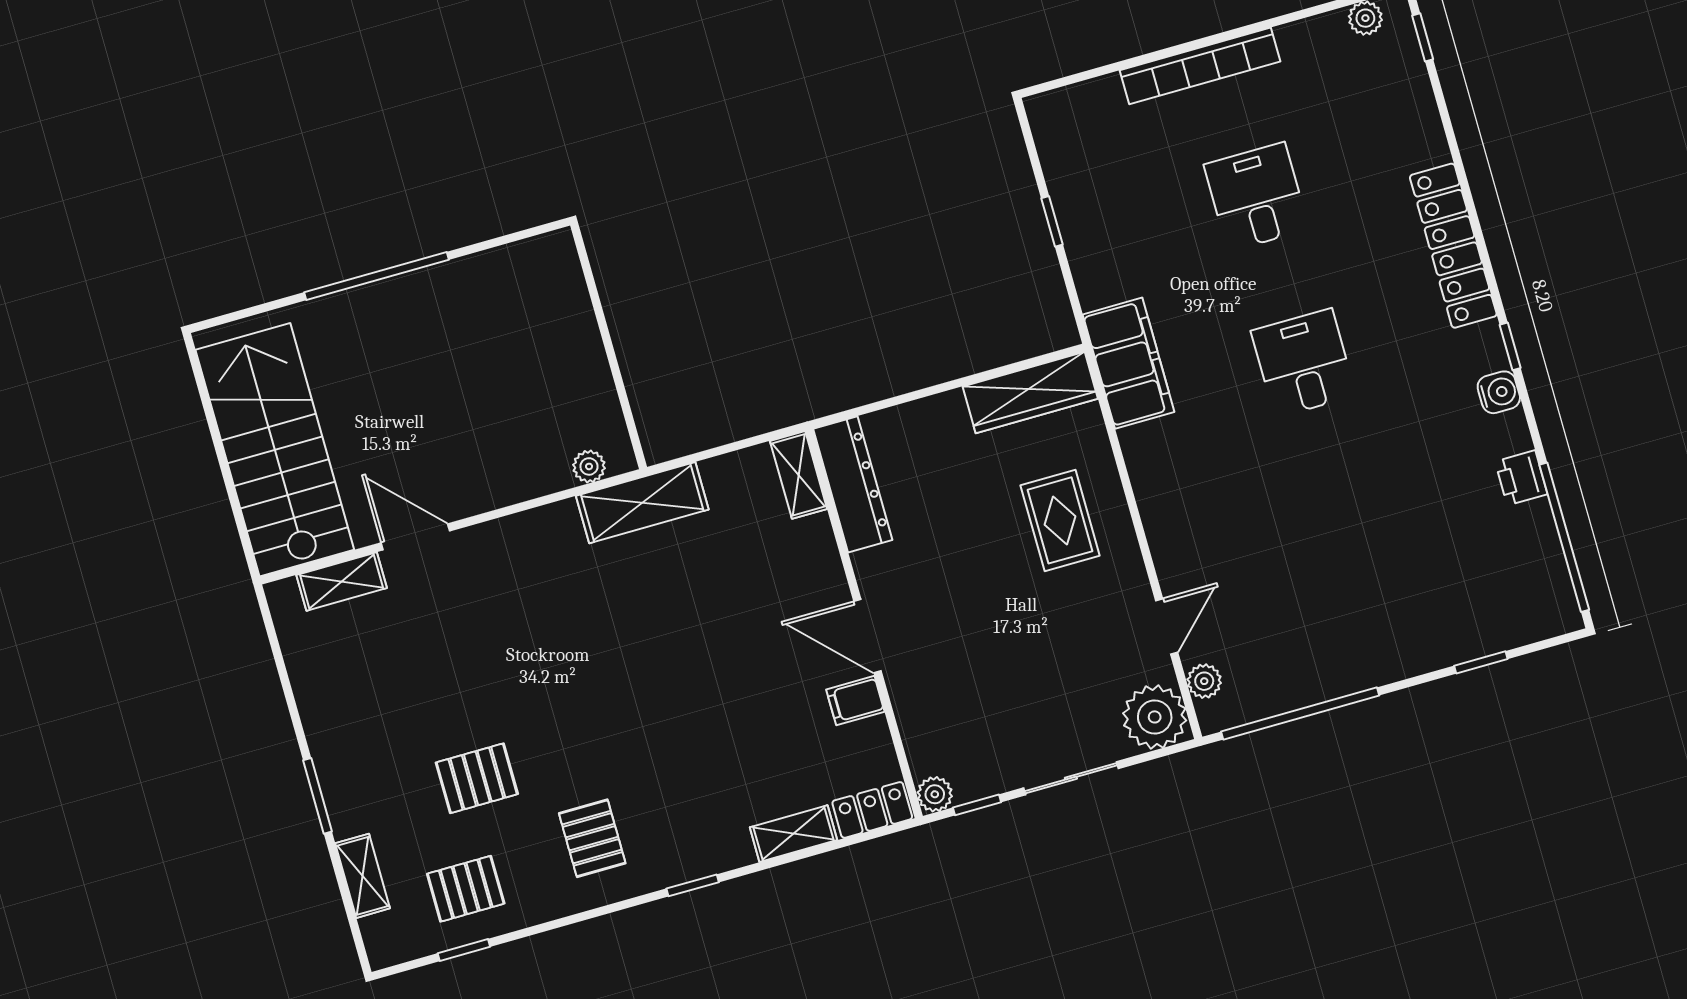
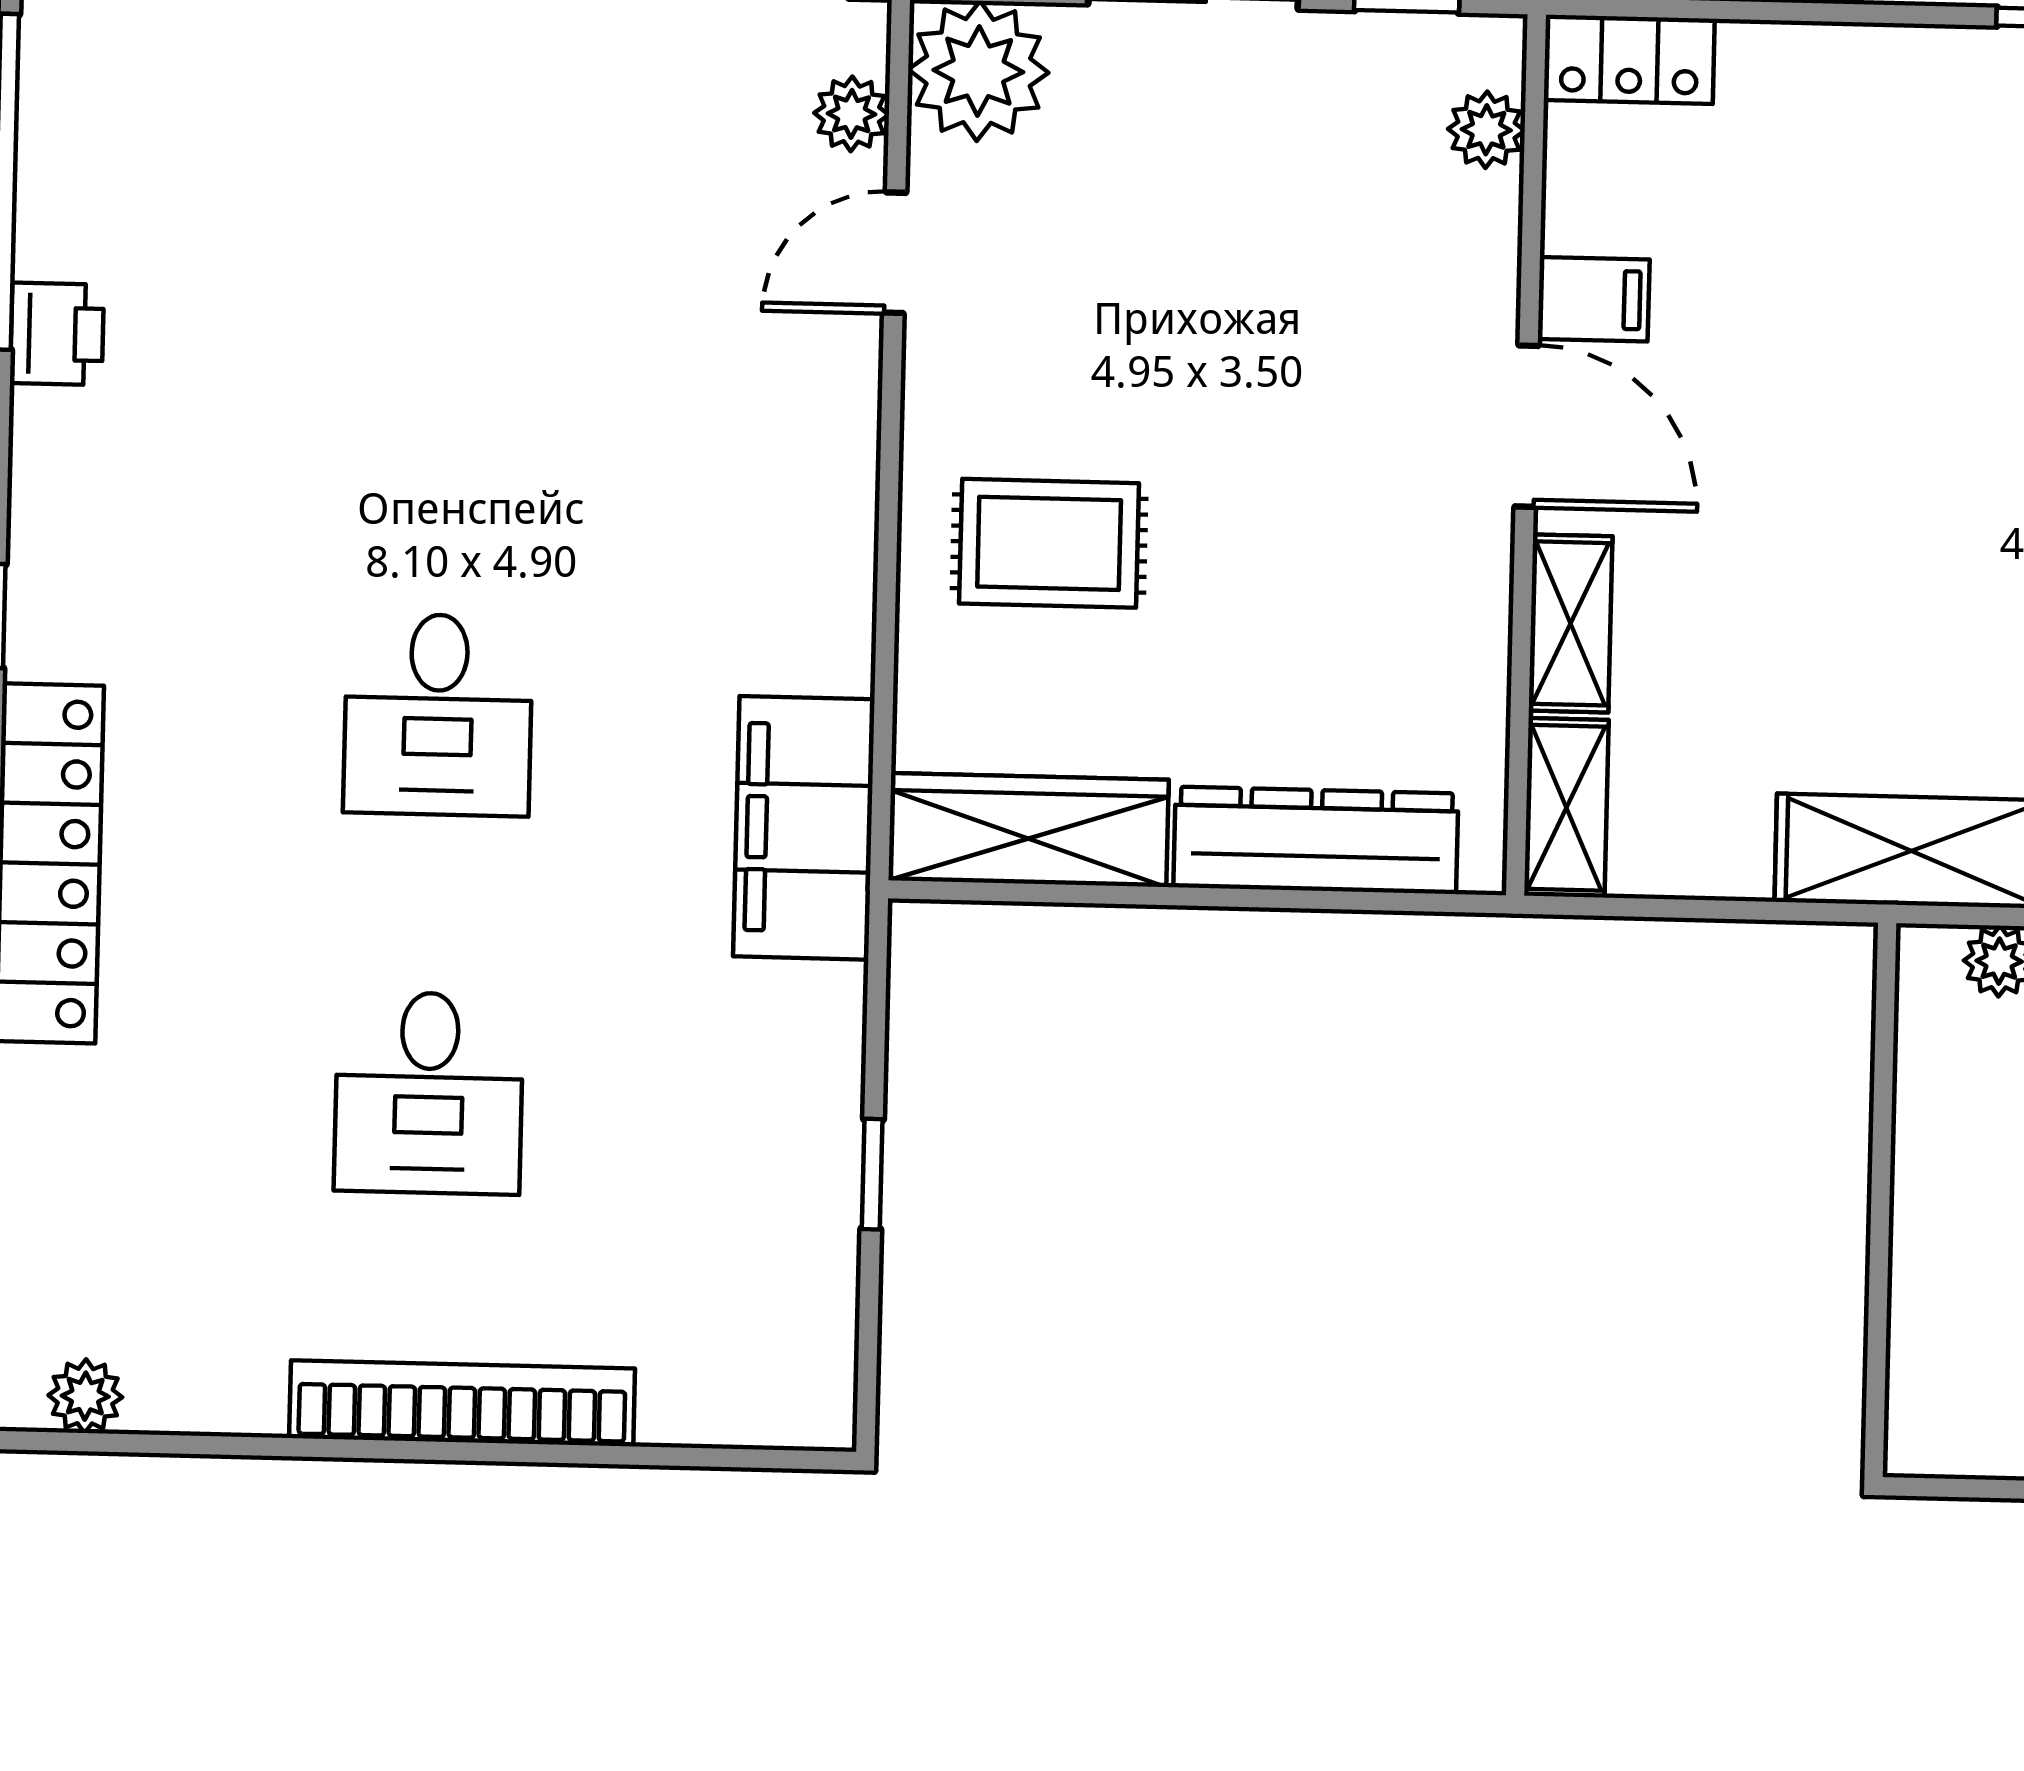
water cooler: (1499, 392) -> (48, 527), removed
dresser: (853, 484) -> (1316, 840), moved, turned 90
rug: (1060, 520) -> (1049, 543), turned 90
plant: (935, 794) -> (1486, 130), moved
shelving: (793, 834) -> (1571, 623), moved, turned 90

